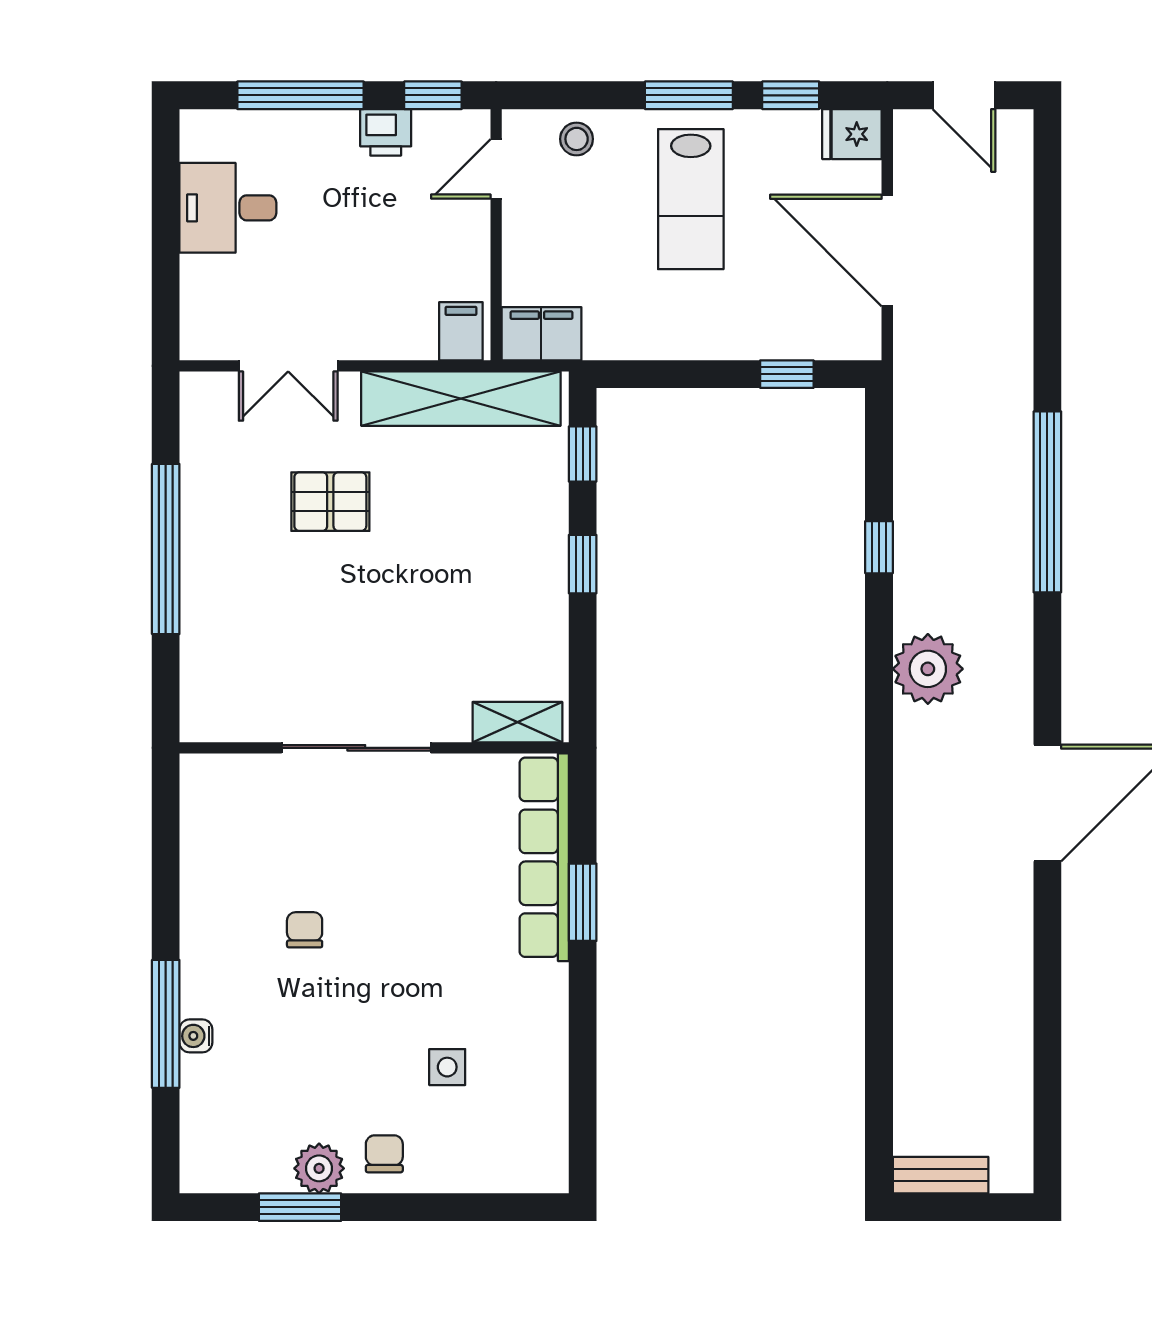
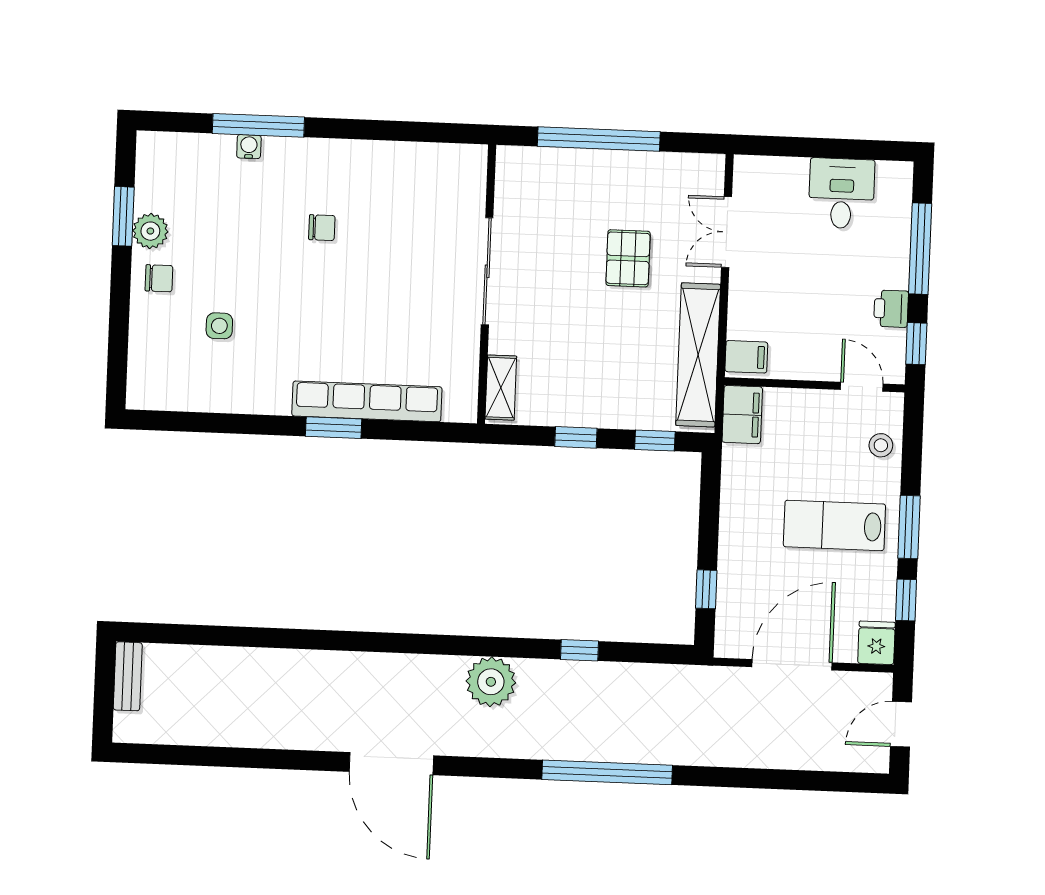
shelving: (517, 722) -> (501, 388), moved
sliding door: (356, 748) -> (487, 271), moved
wall: (374, 748) -> (487, 284), moved

